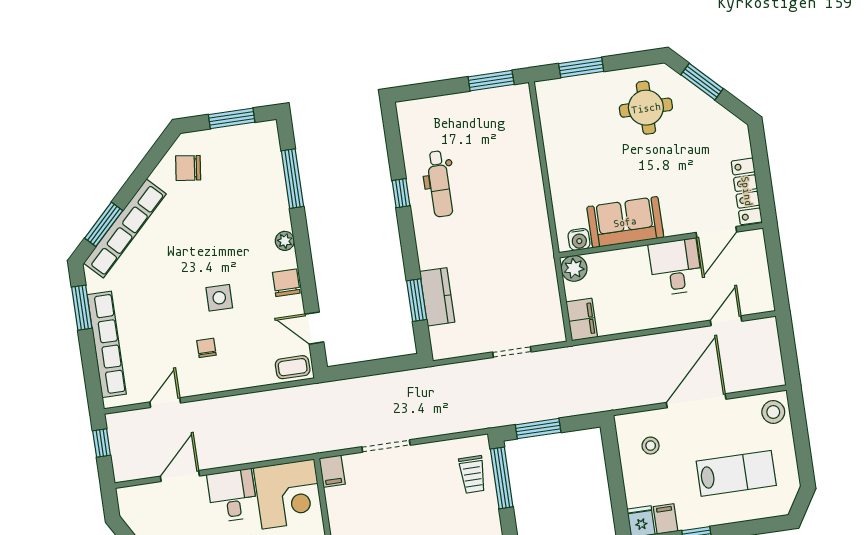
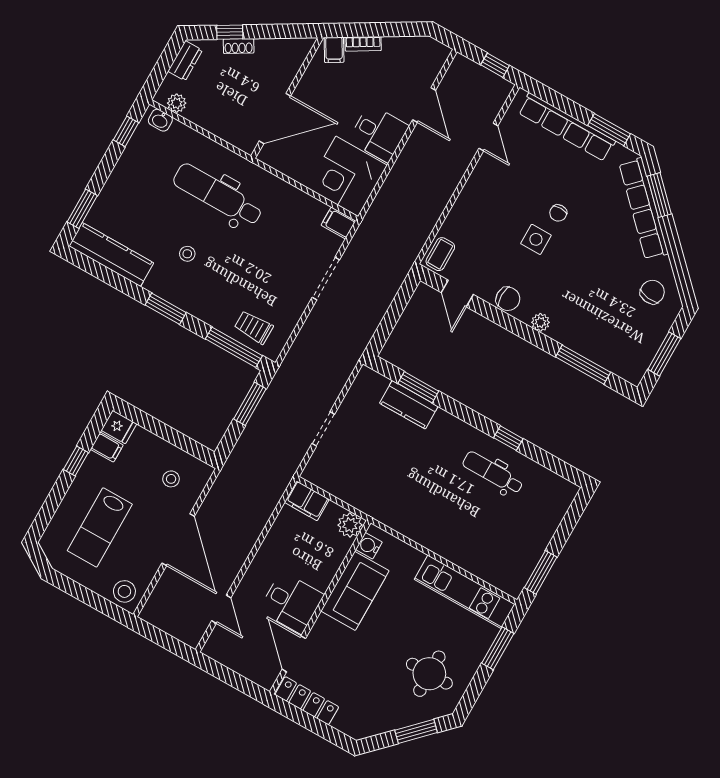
kitchen unit: (556, 131) -> (465, 592), added
door: (314, 328) -> (457, 293), swing flipped
chair: (206, 348) -> (558, 213), moved, turned 90

